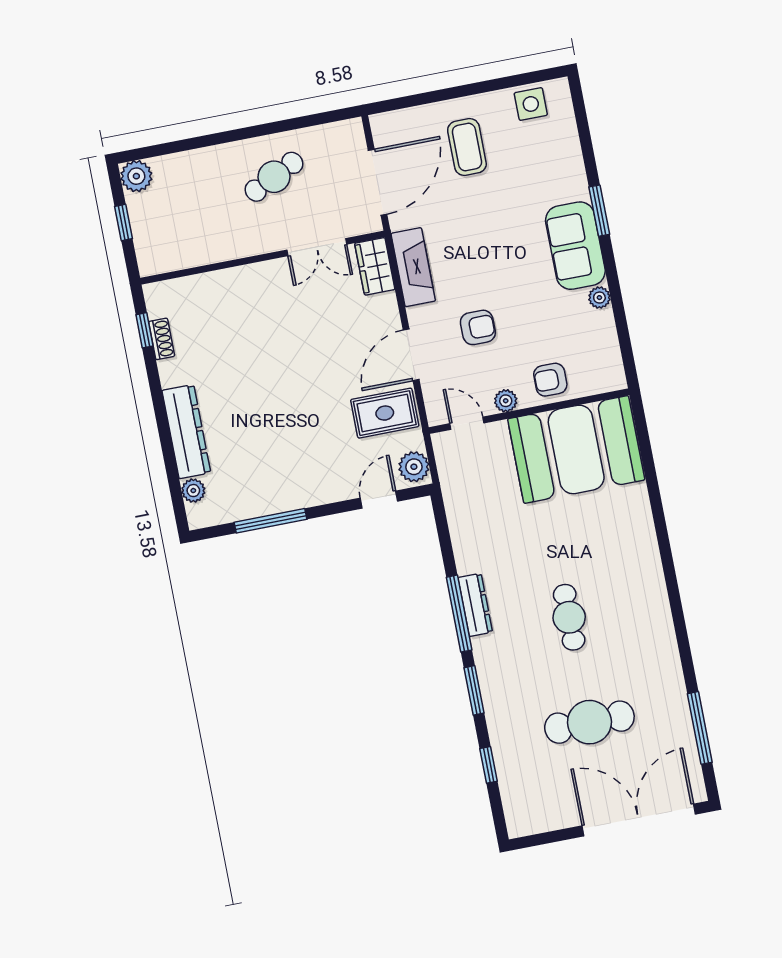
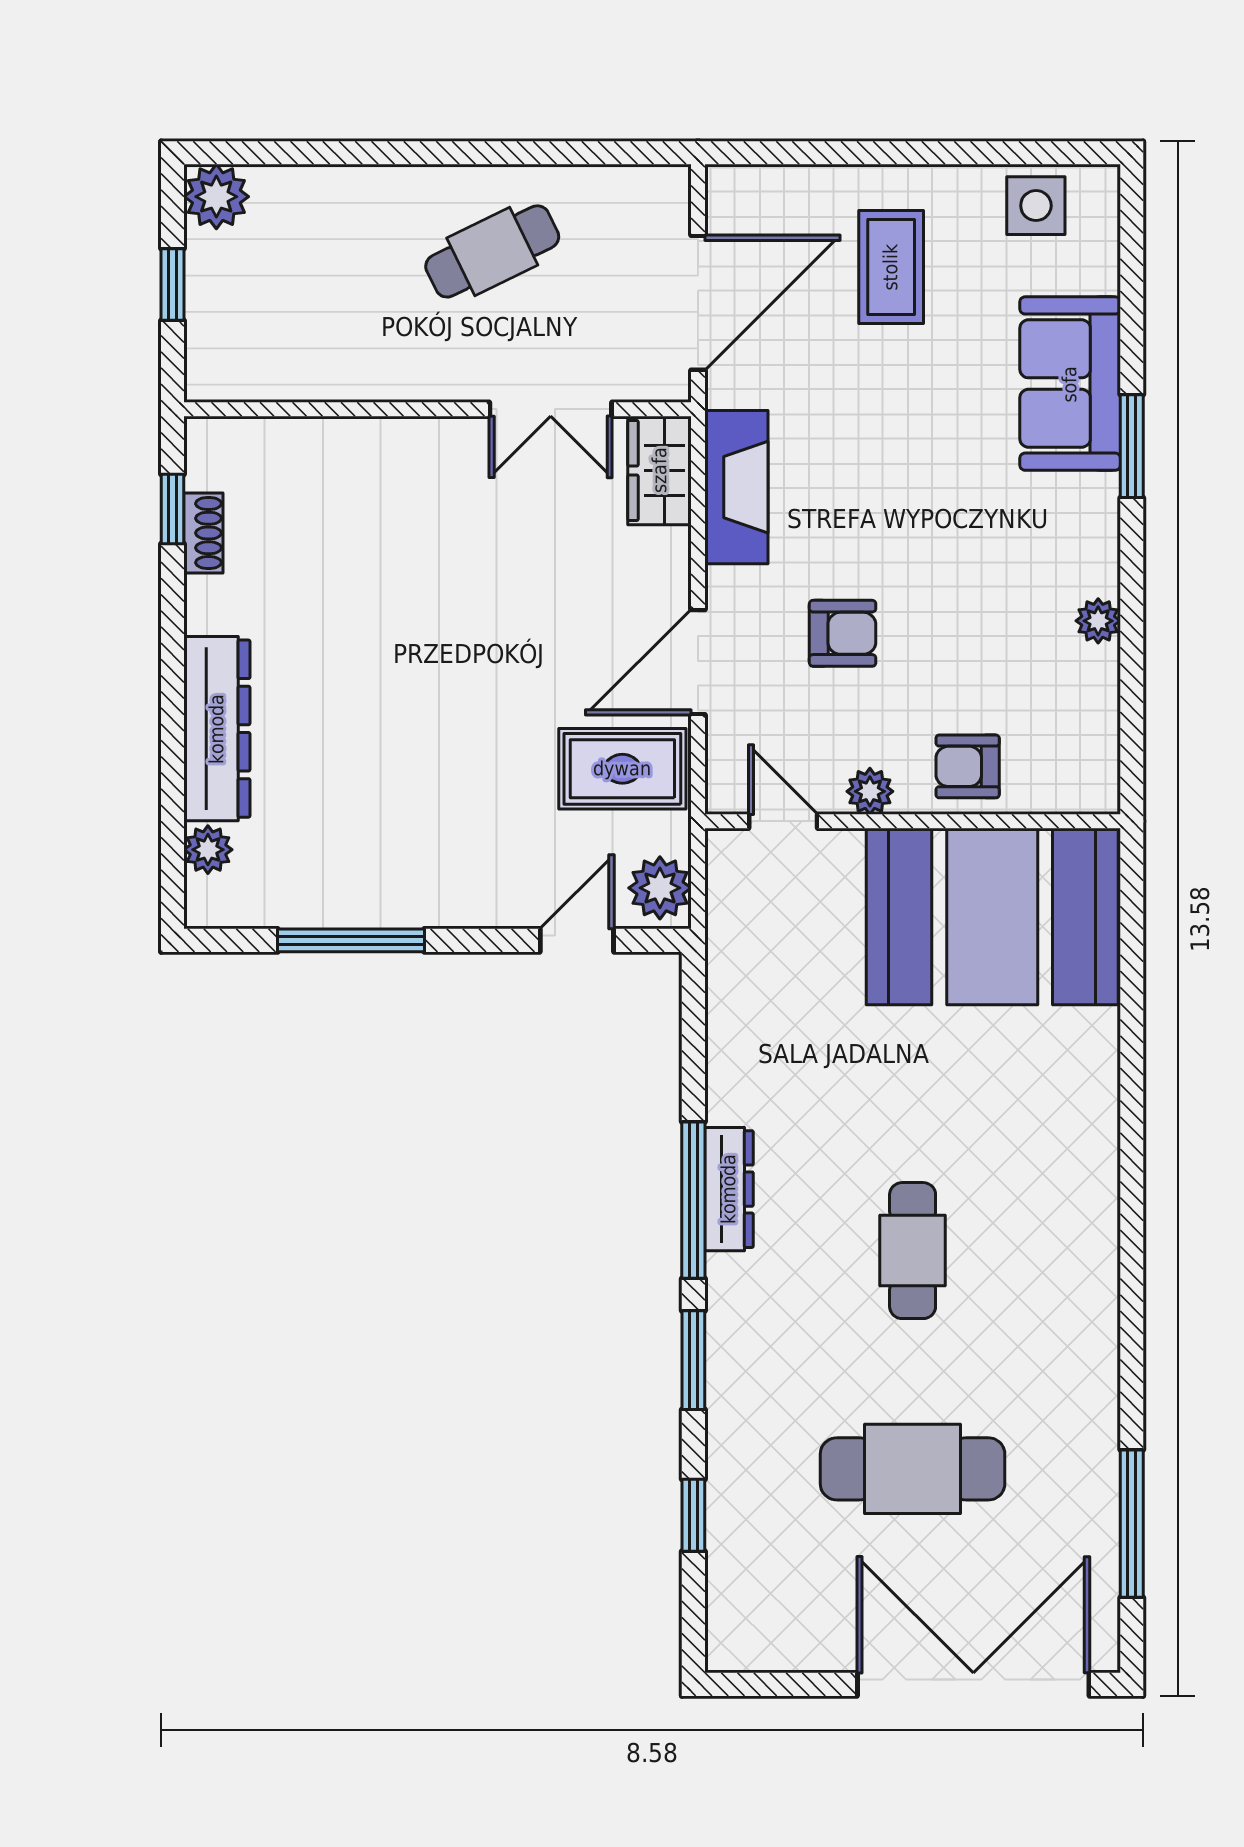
sofa: (575, 246) -> (1070, 384), moved

